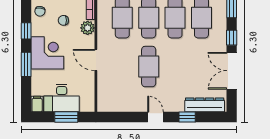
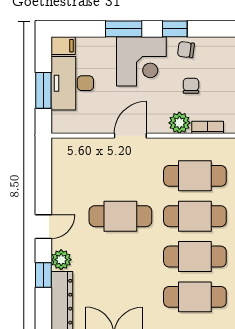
chair: (40, 11) -> (186, 50), moved
plant: (177, 105) -> (61, 260), added

